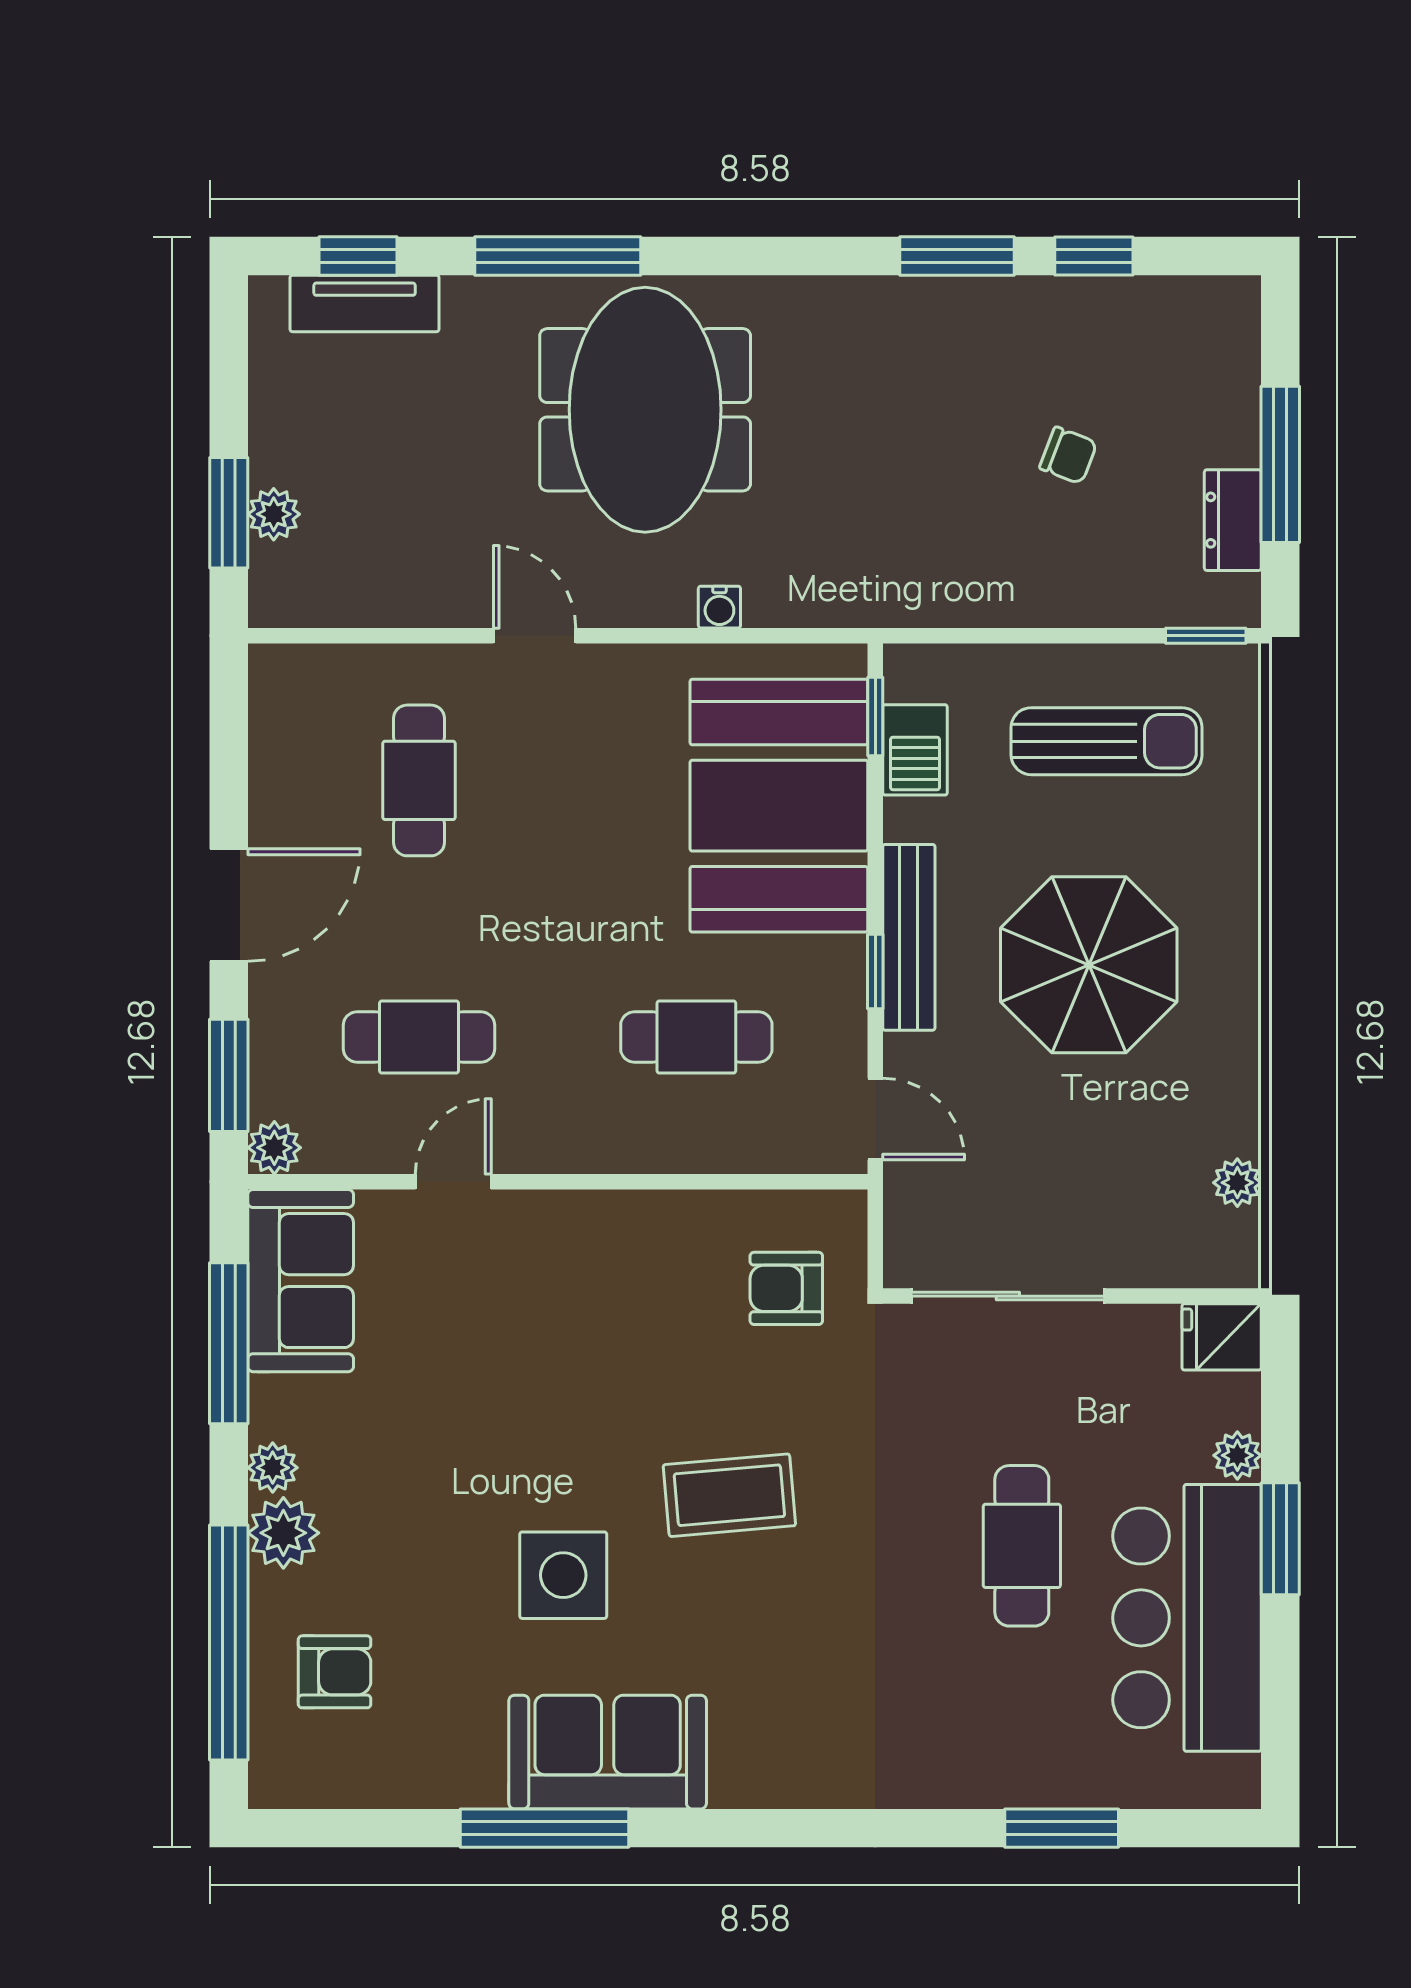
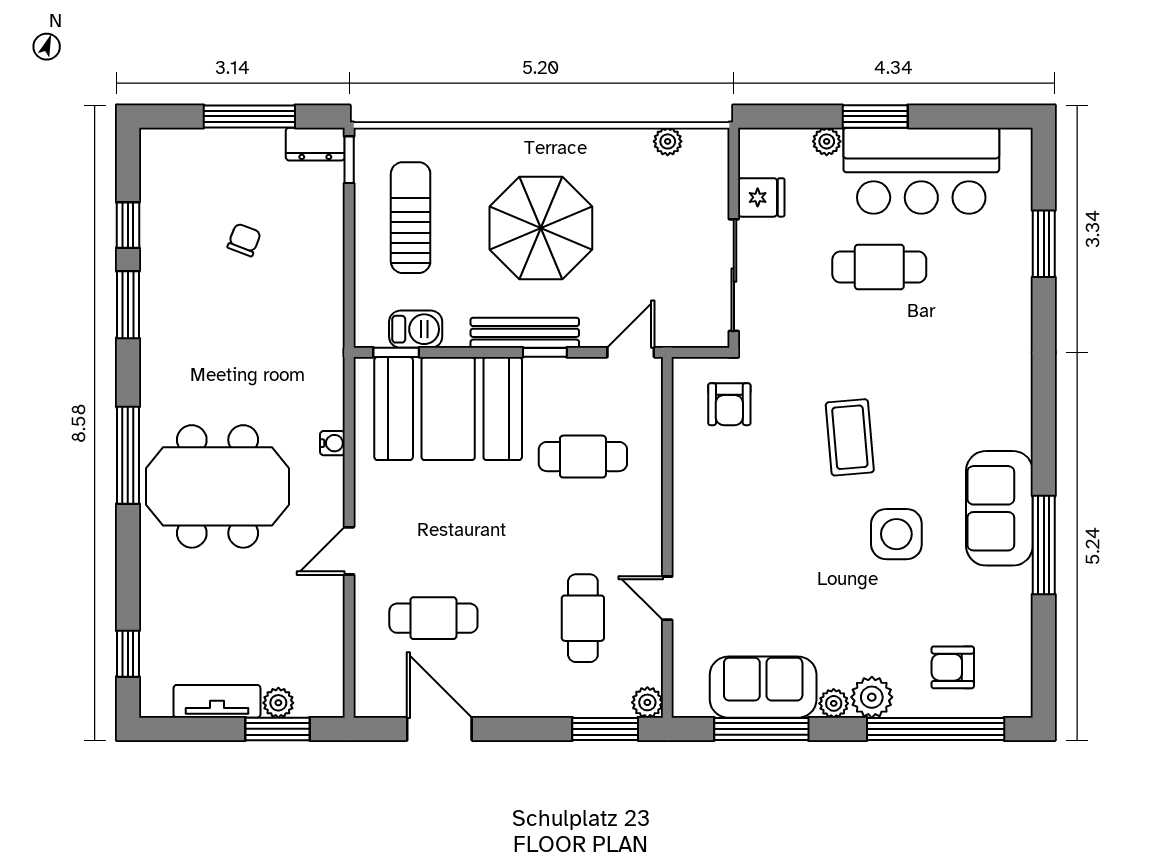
window: (558, 256) -> (128, 455), moved
tv unit: (365, 303) -> (217, 701), moved, turned -90
dresser: (1233, 520) -> (315, 144), moved
door: (229, 905) -> (439, 729), moved
cafe table: (696, 1037) -> (583, 457), turned 90
sofa: (301, 1281) -> (763, 687), moved
fridge: (1222, 1337) -> (761, 197), moved, turned -90
armchair: (335, 1672) -> (953, 667), turned -90

